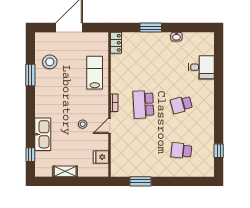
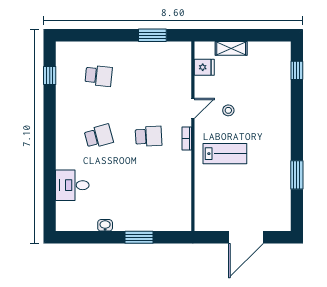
locker: (116, 43) -> (184, 217), removed
stool: (50, 62) -> (271, 192), removed
lab bench: (95, 73) -> (225, 154), moved, turned -90
school desk: (143, 104) -> (149, 136), width x0.54
kitchen sink: (43, 134) -> (281, 97), removed
shelving: (65, 171) -> (231, 48), moved

